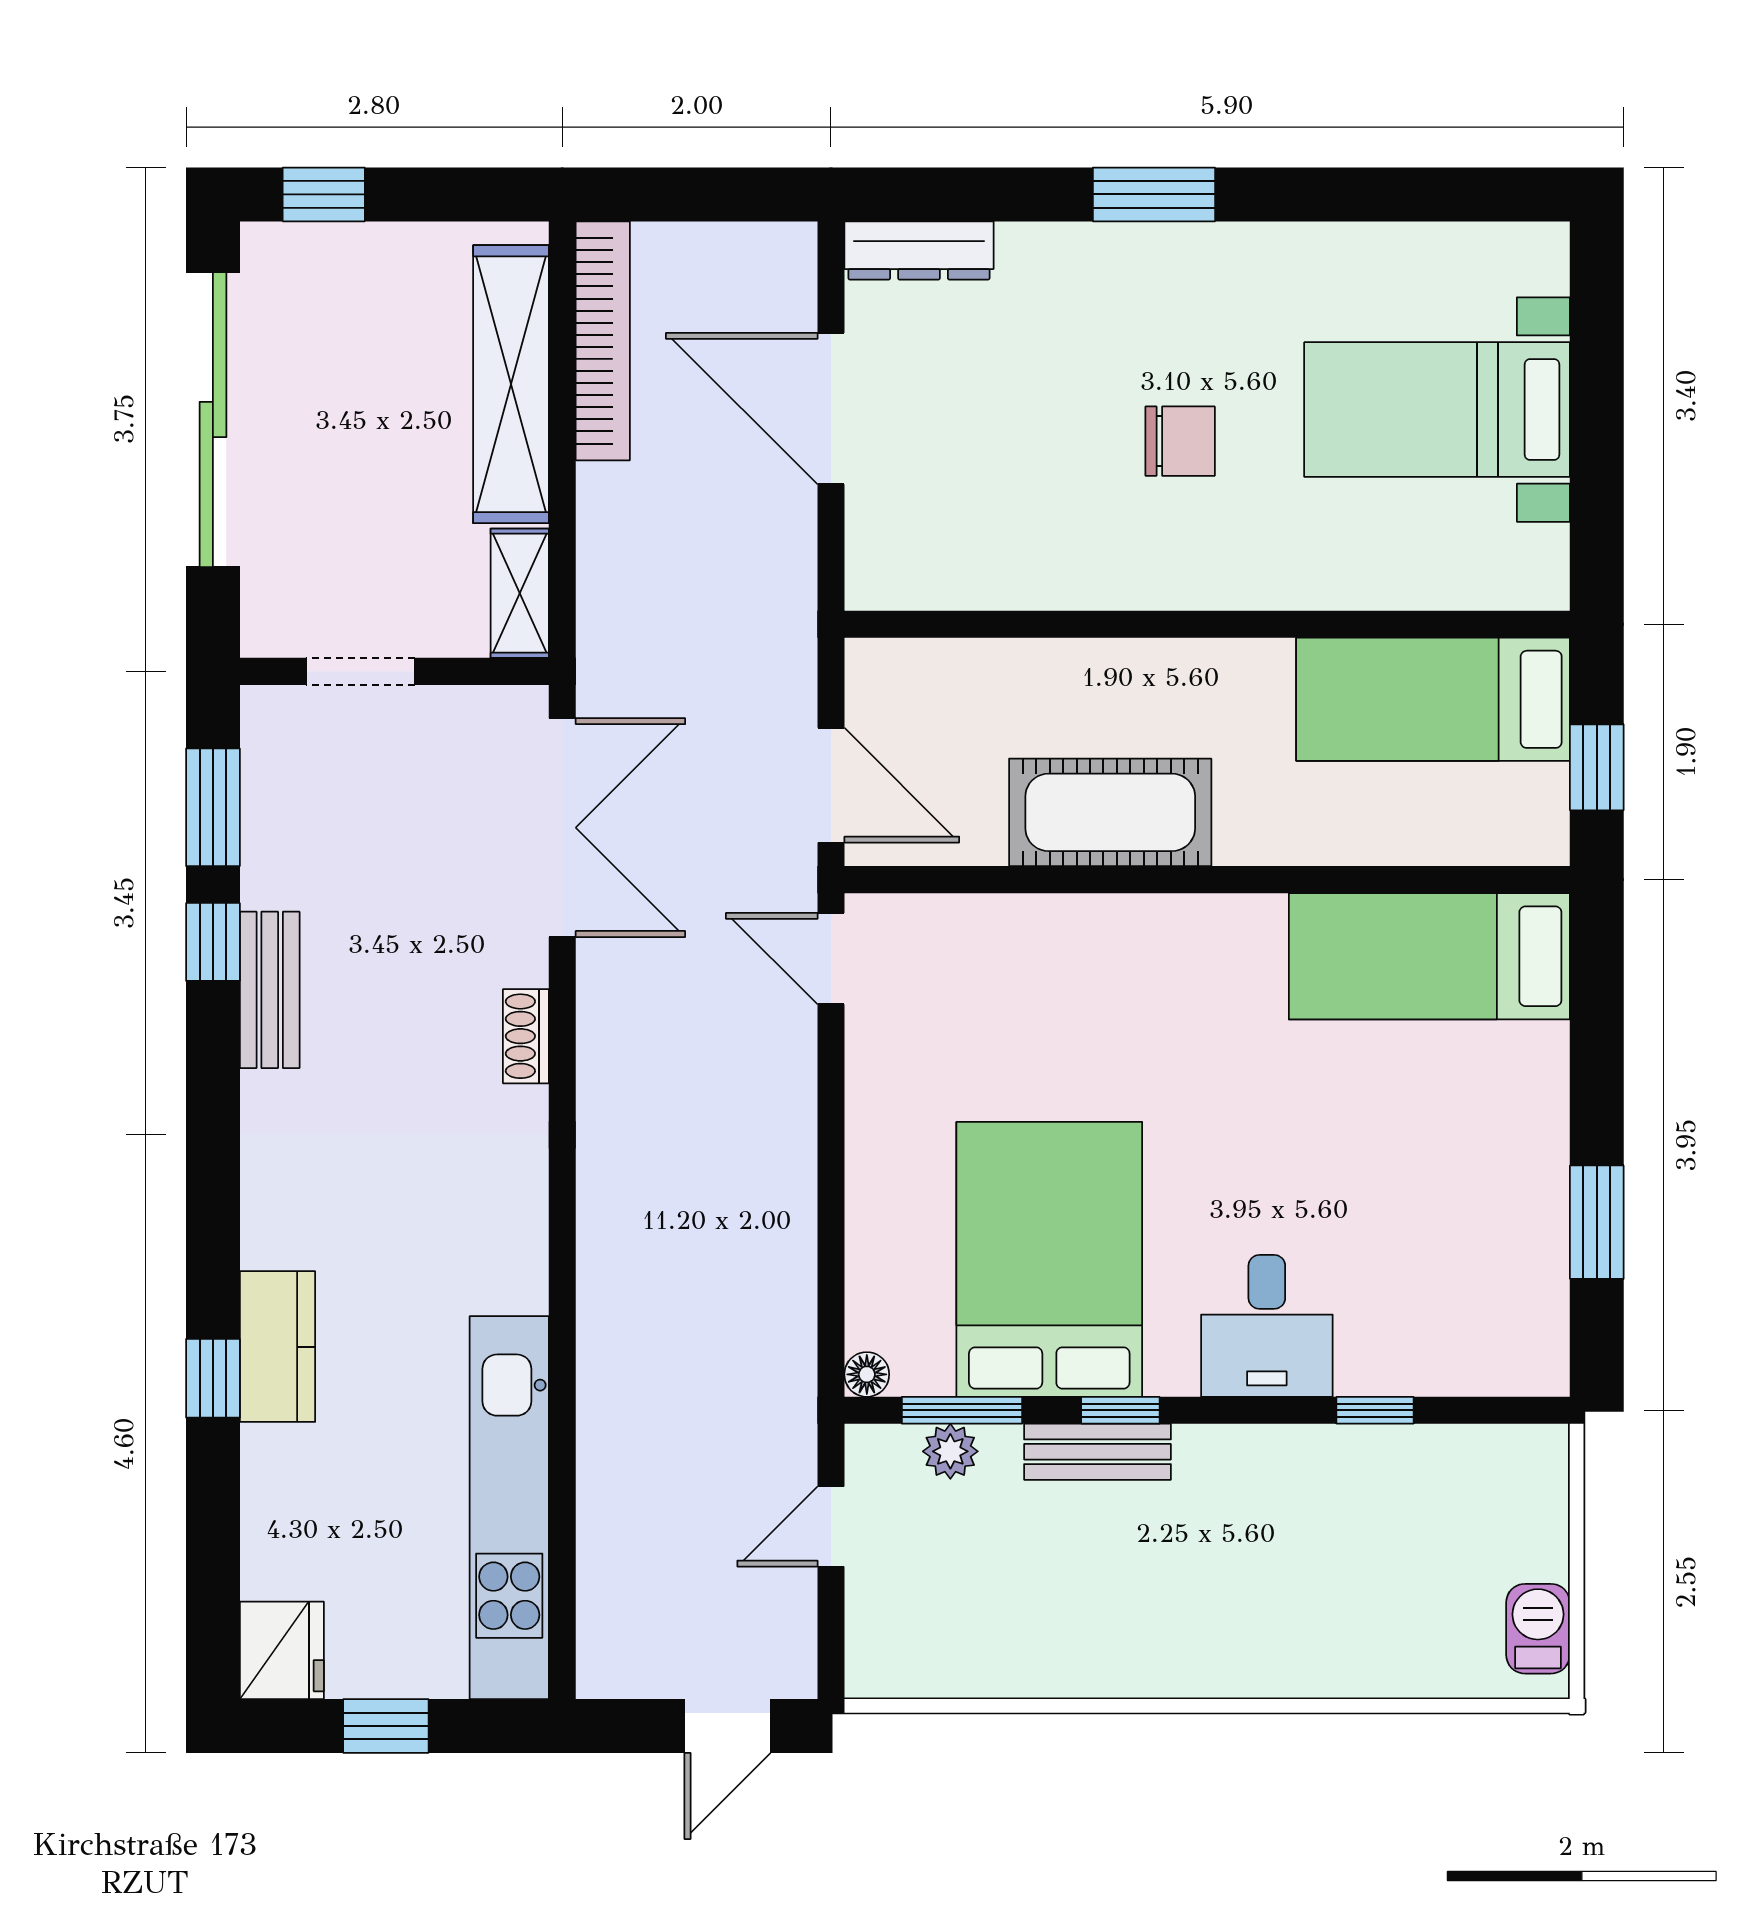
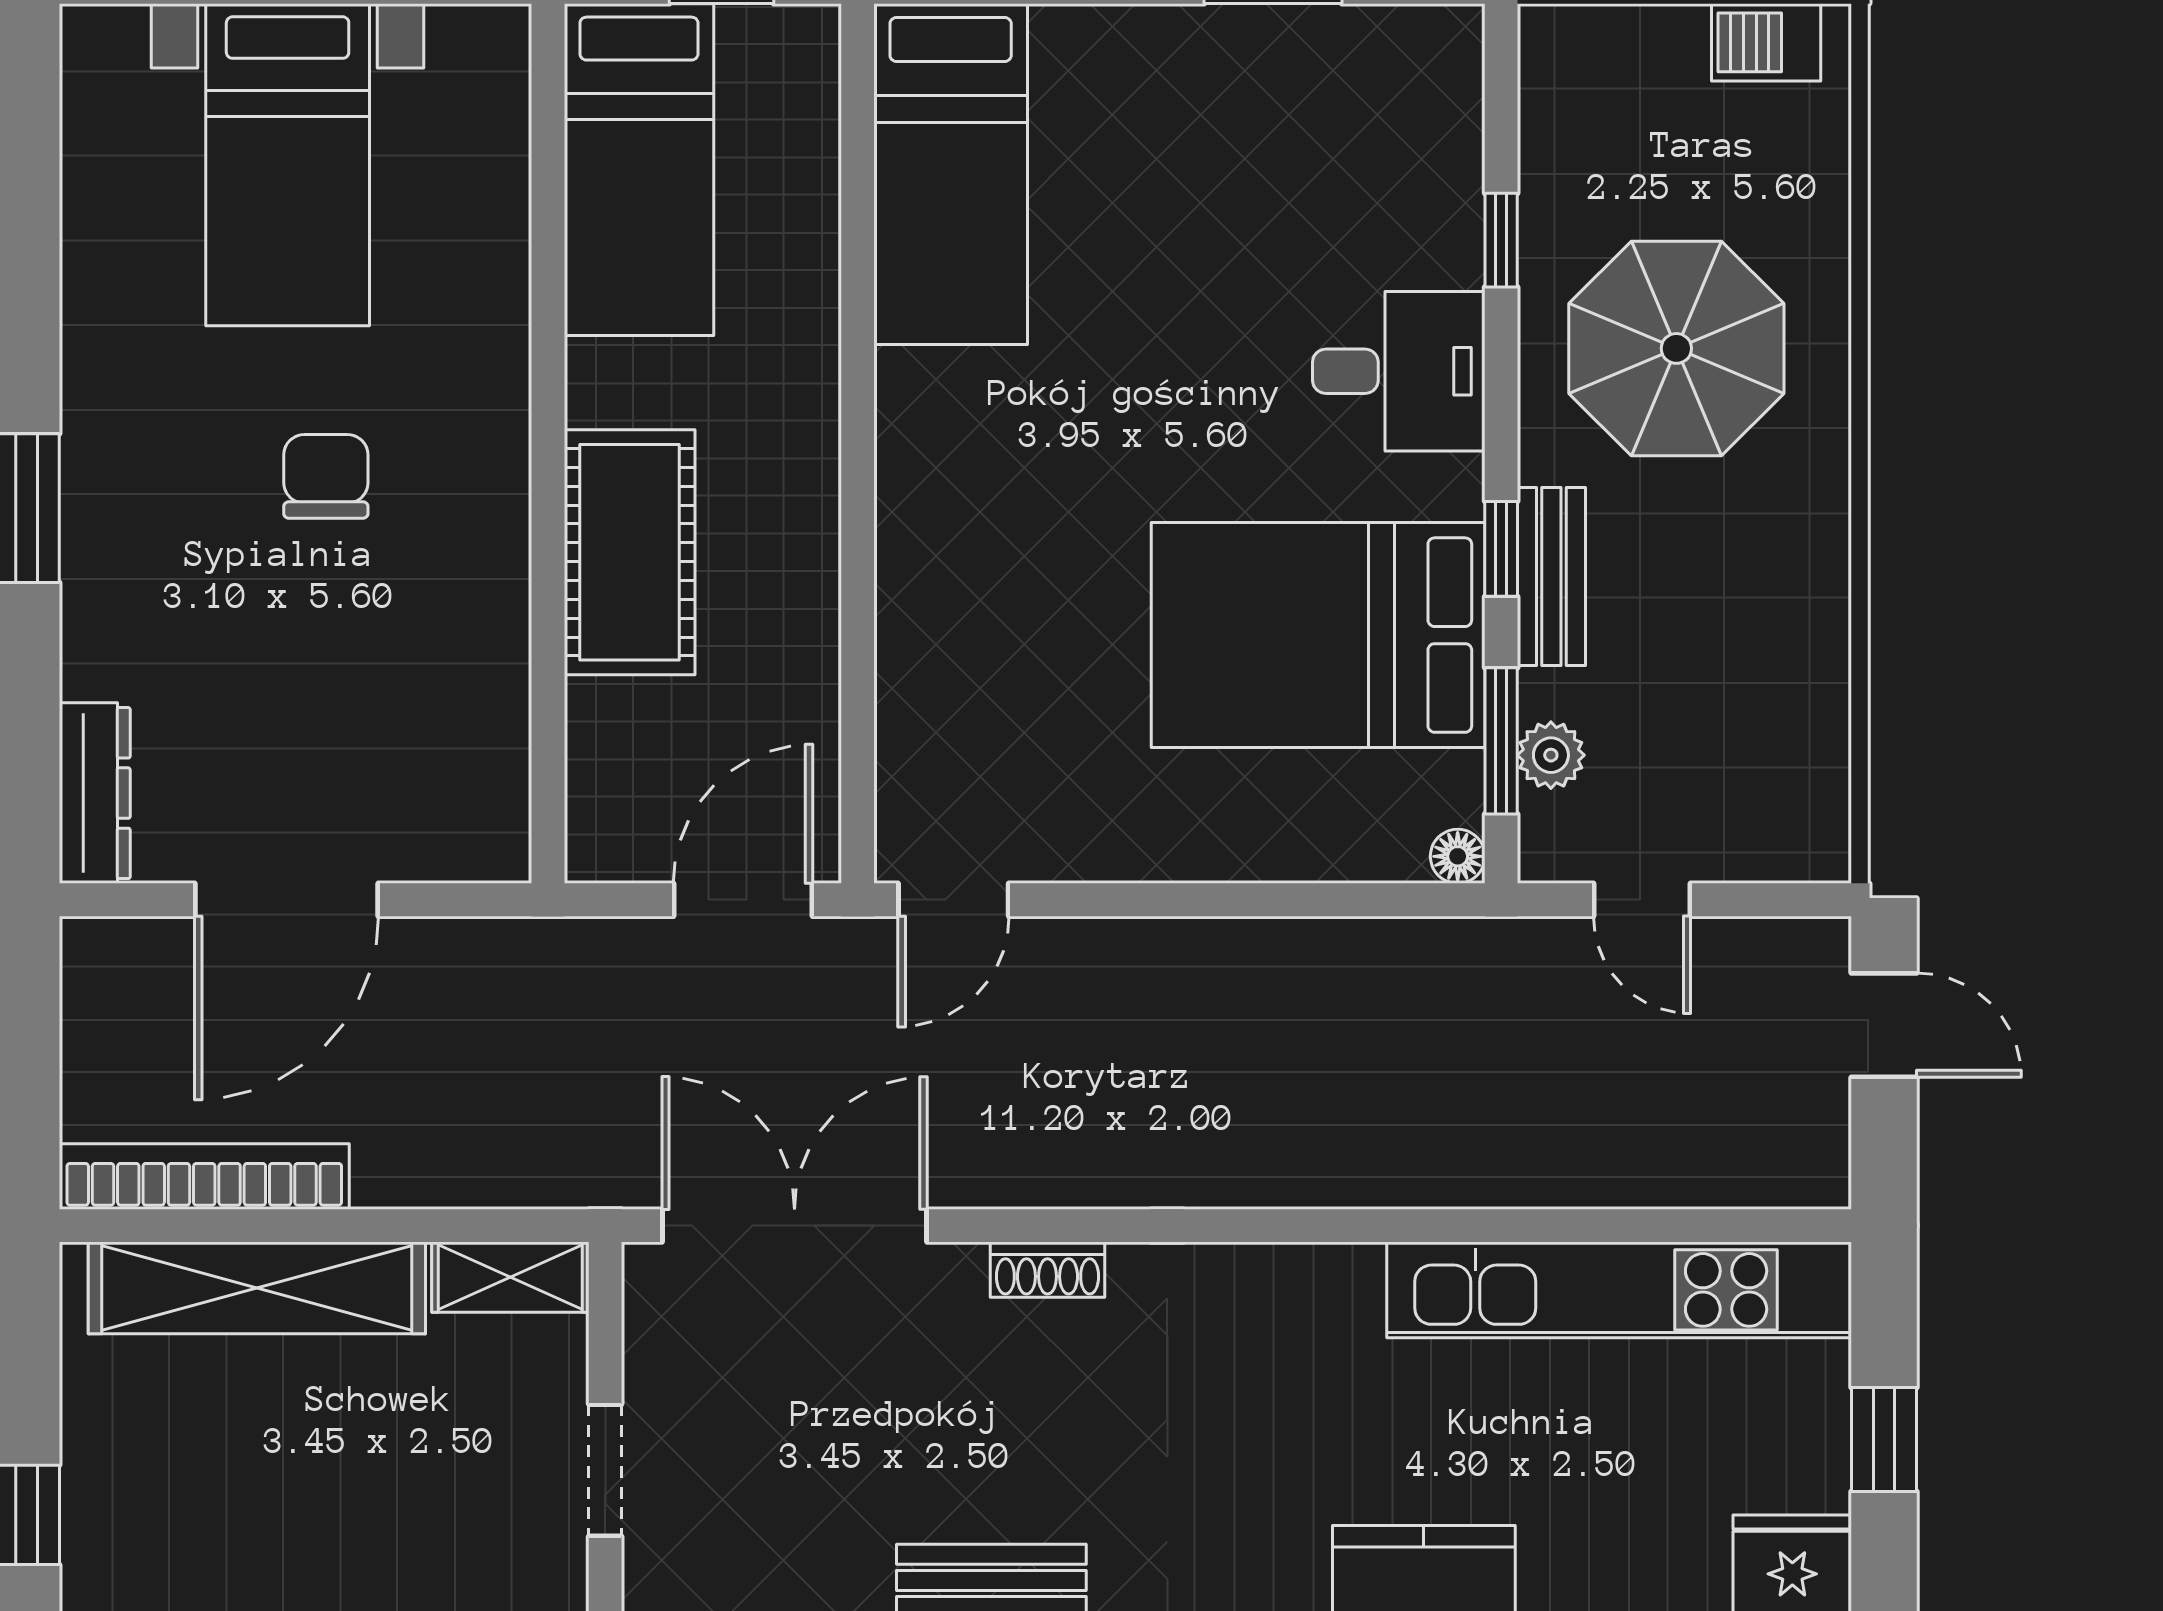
cot: (1110, 812) -> (630, 552), moved
parasol: (1286, 1555) -> (1676, 348), added

